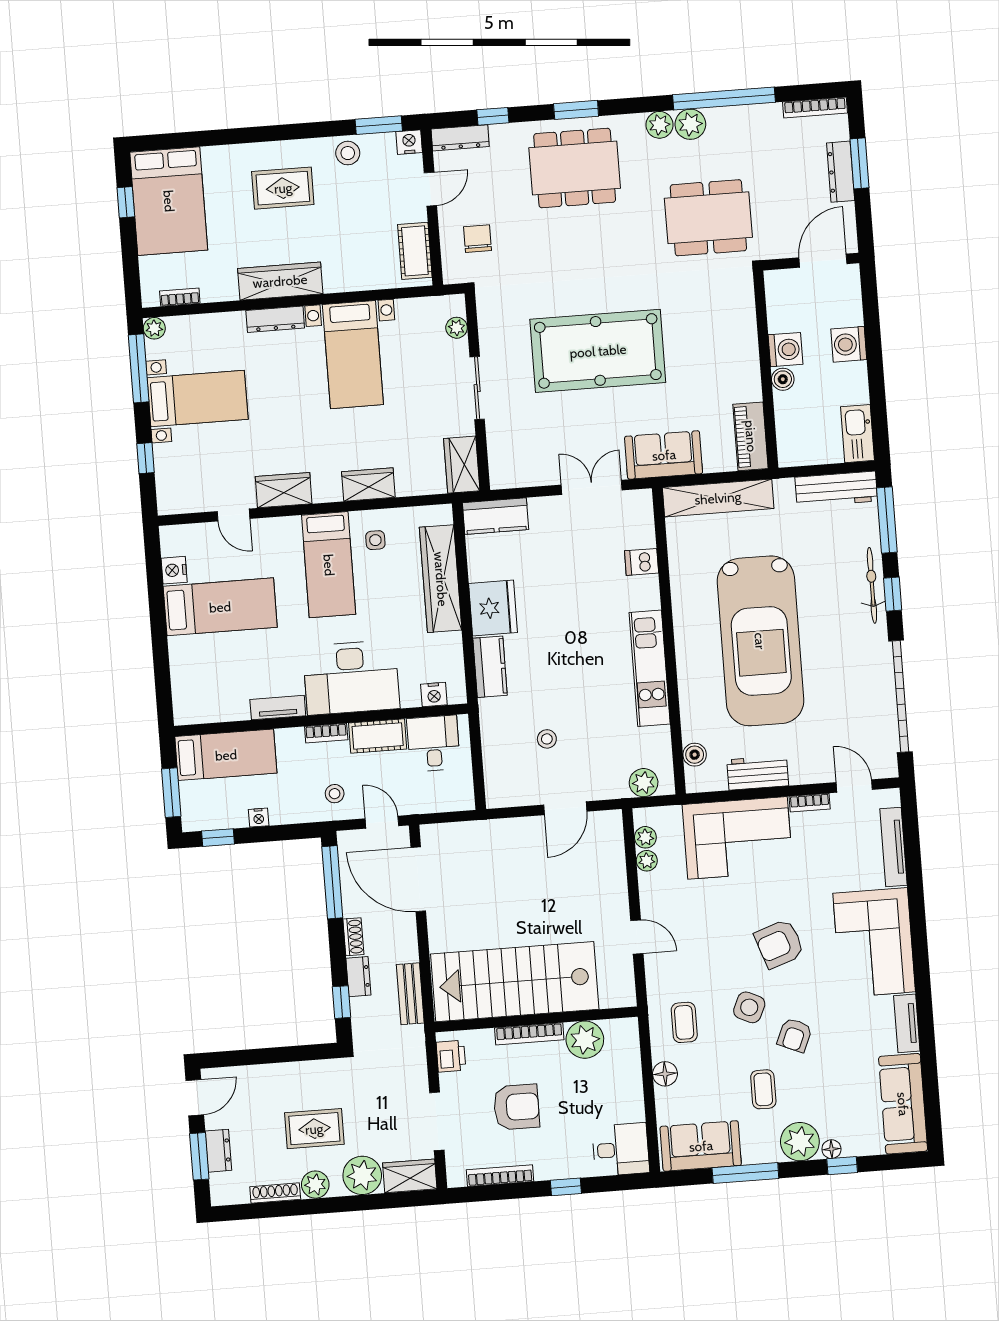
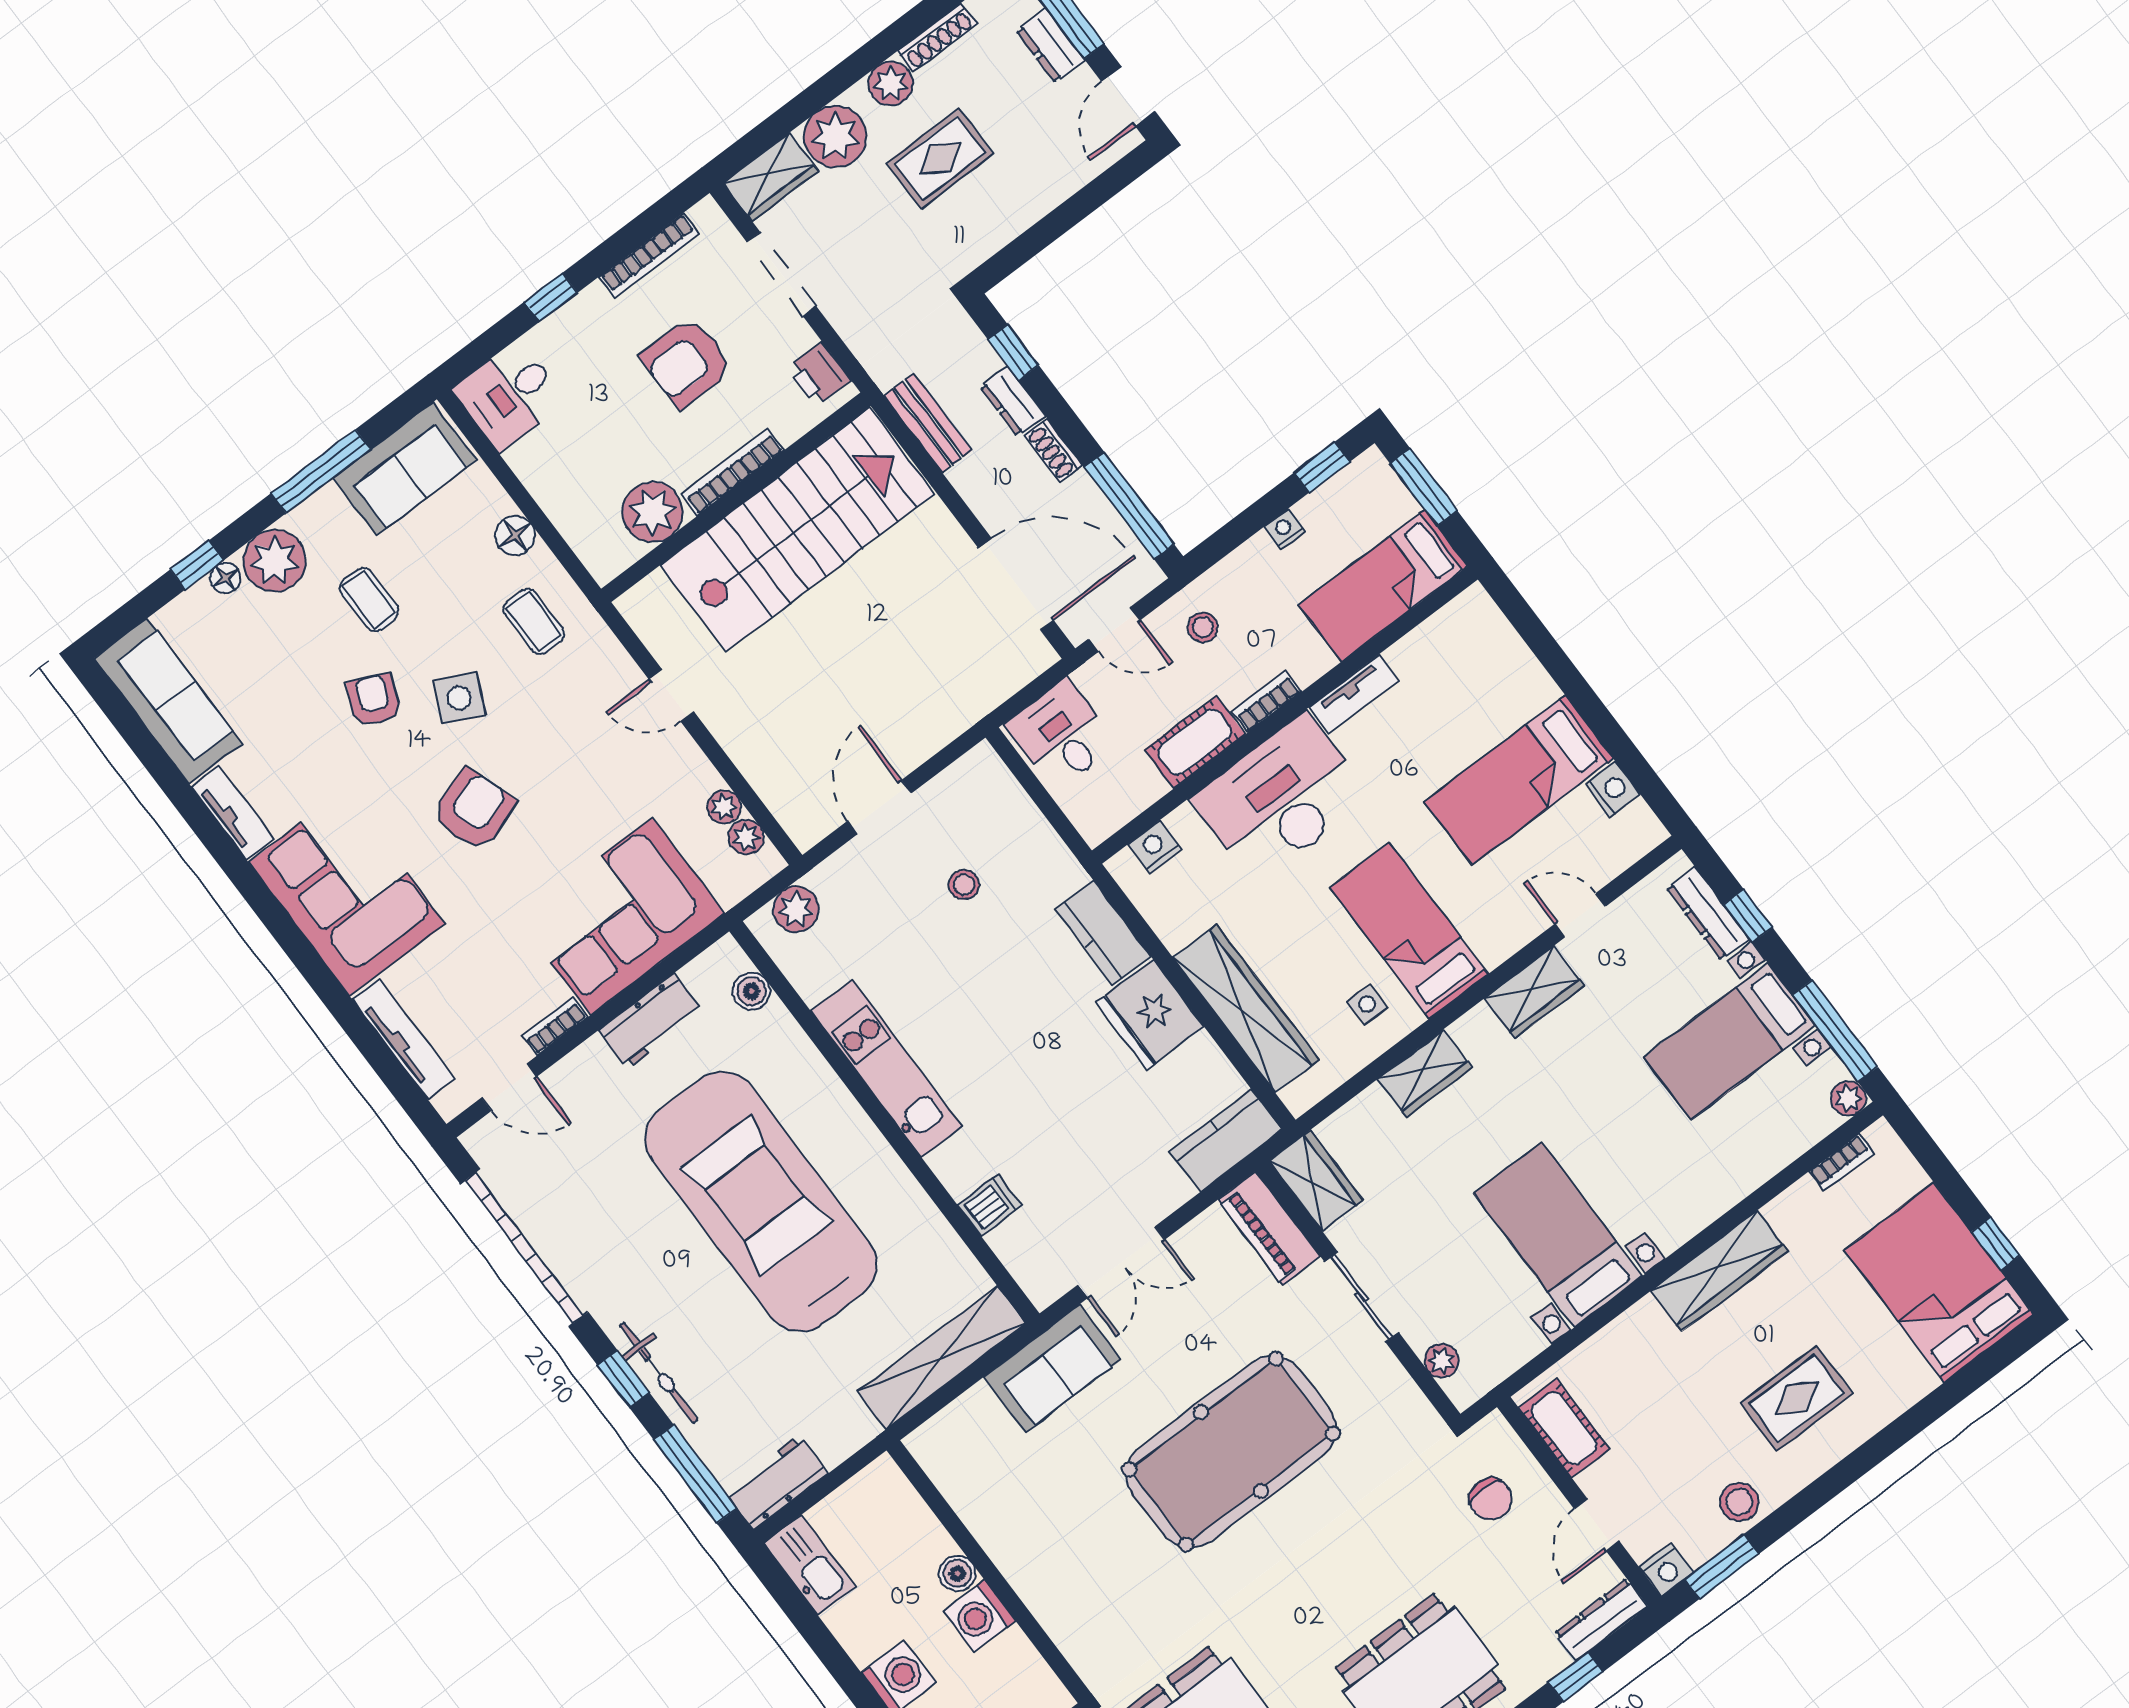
dresser: (275, 319) -> (1708, 913), moved, turned -90
piano: (751, 436) -> (1269, 1228), moved, turned 180
workbench: (836, 489) -> (776, 1482), width x0.73
desk: (433, 743) -> (1061, 734), moved, turned 180

